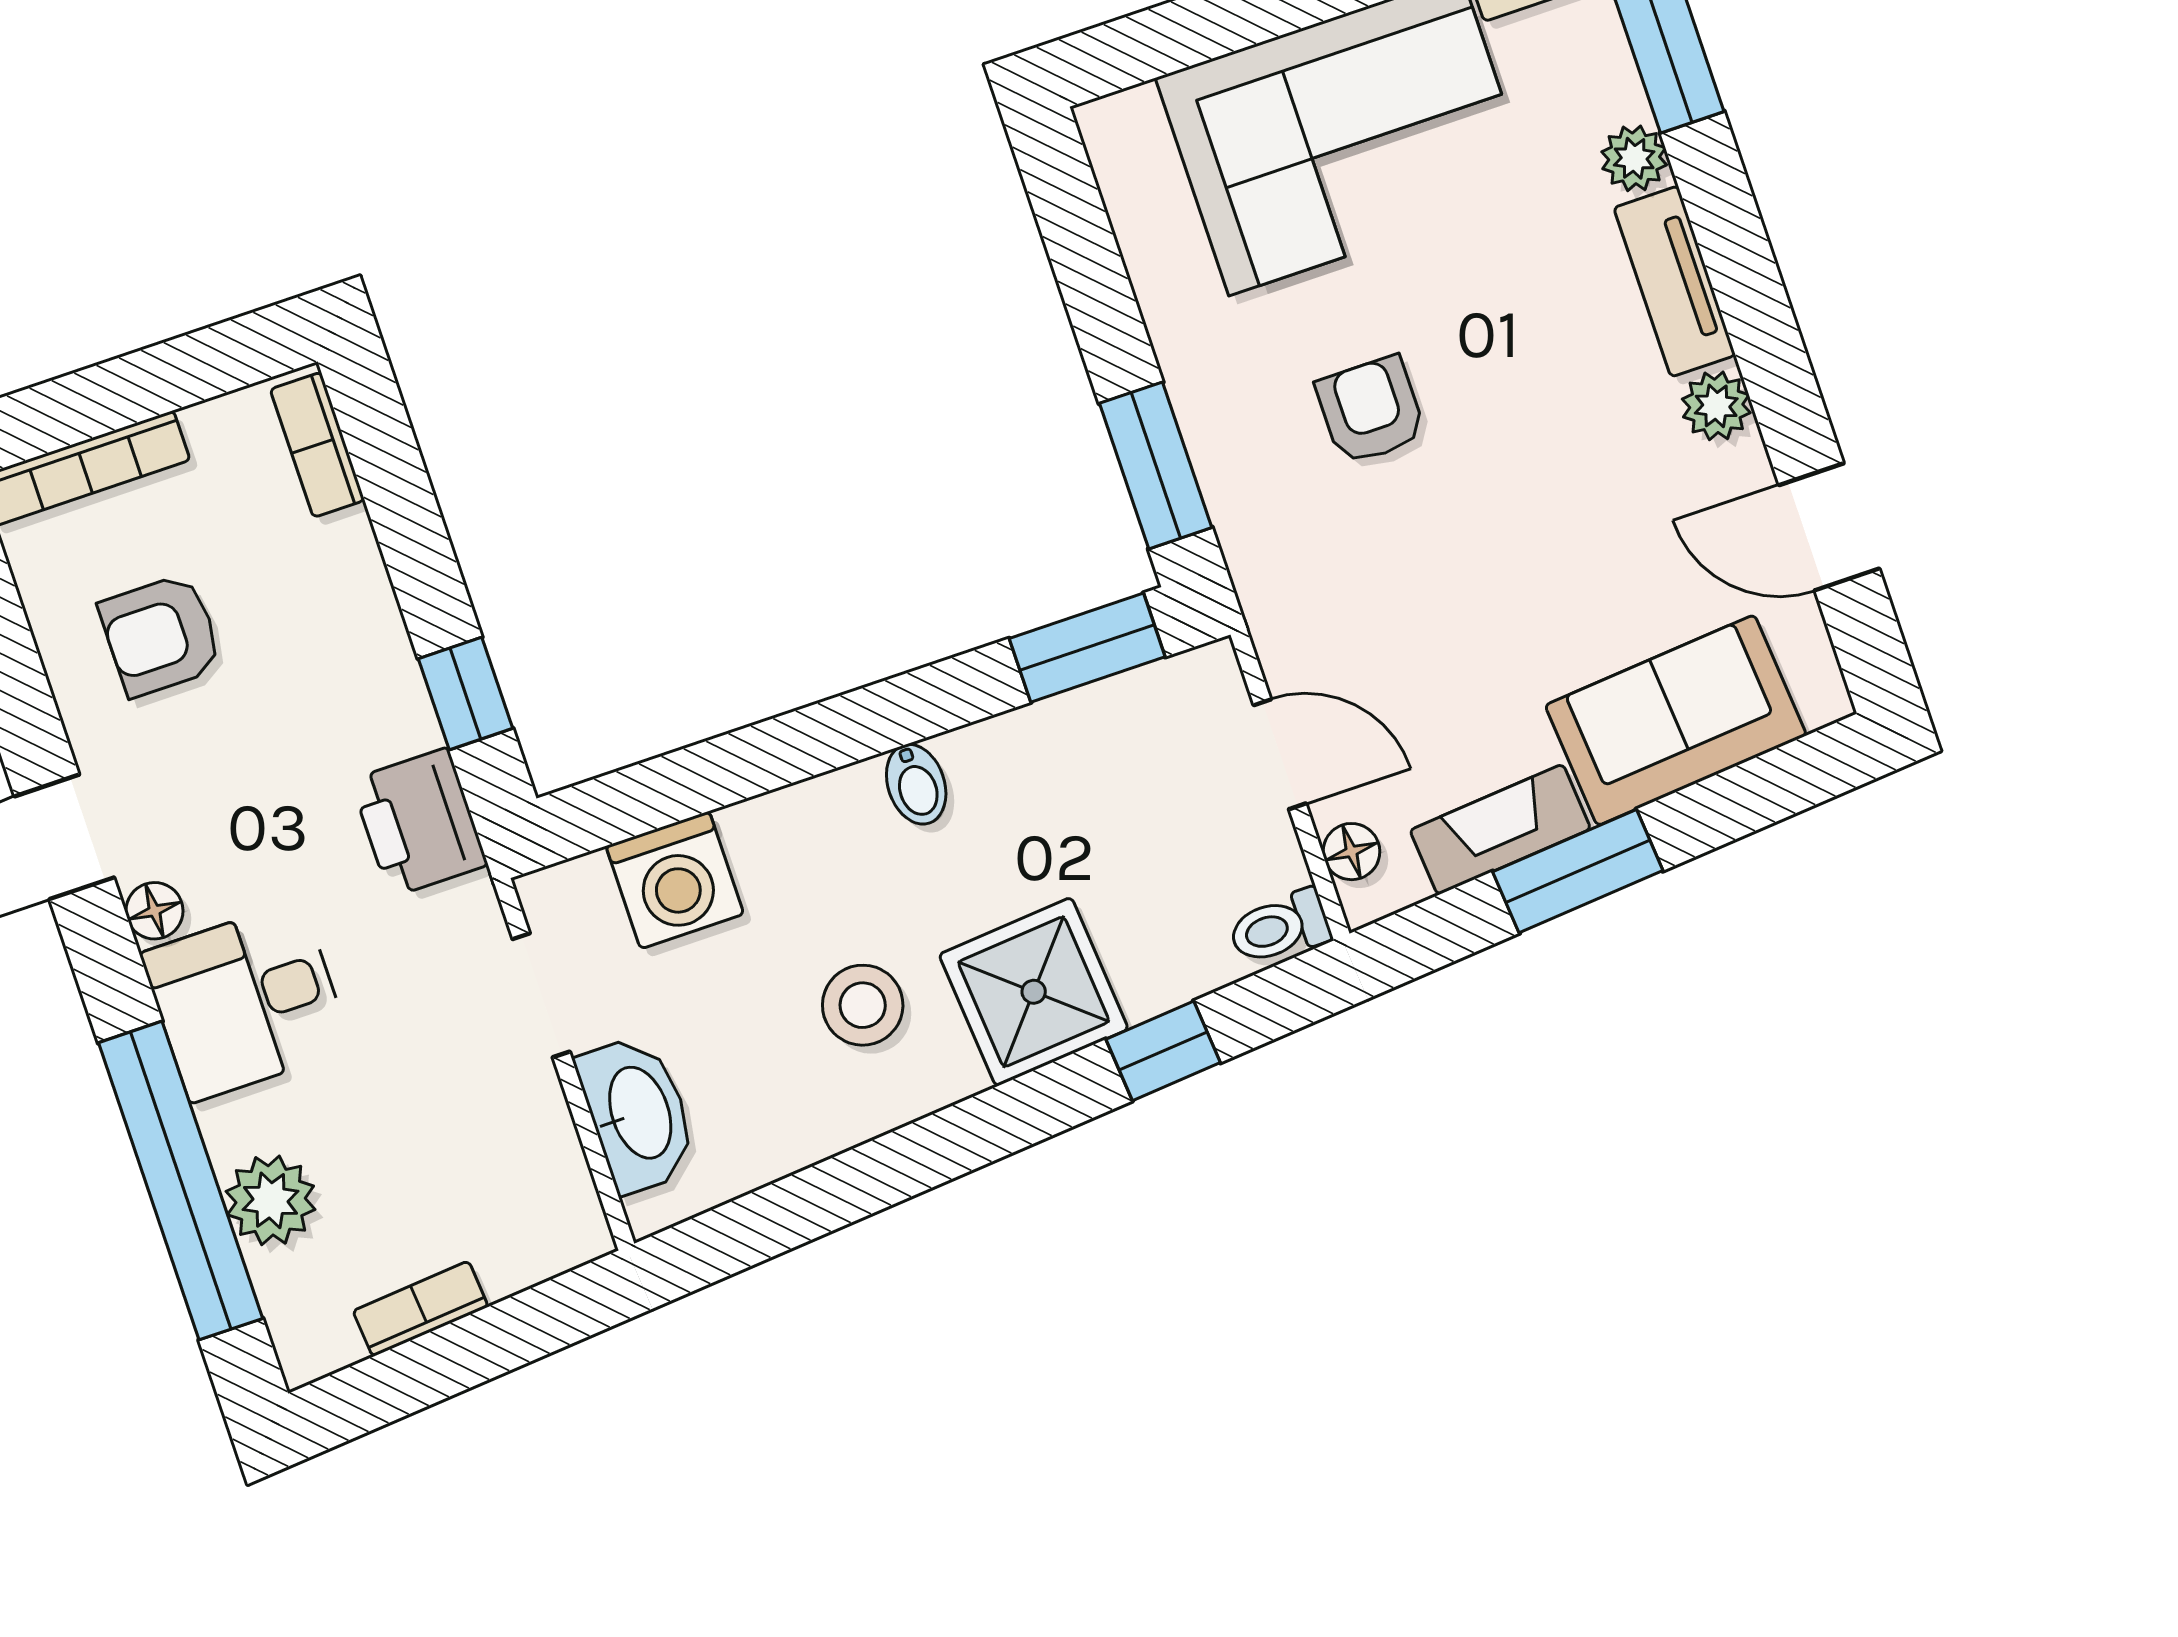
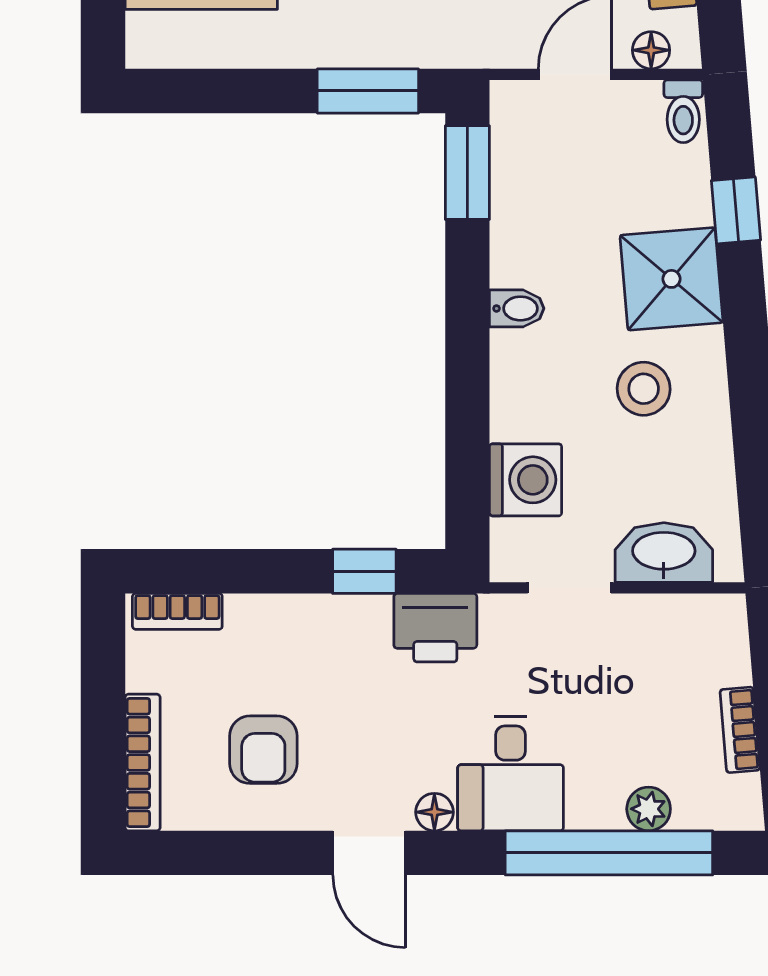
plant: (271, 1200) -> (649, 809), width x0.73, depth x0.73

